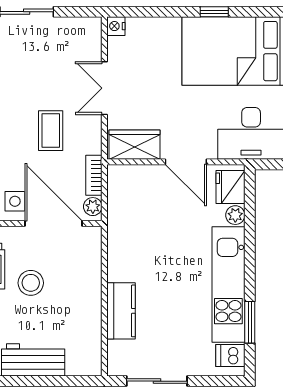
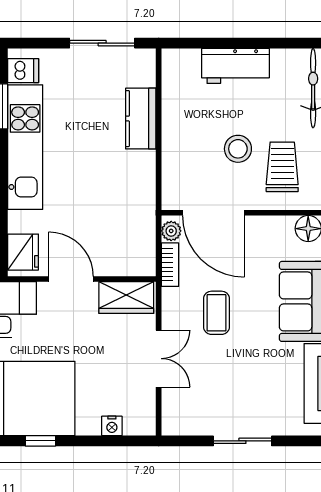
nightstand: (116, 26) -> (112, 426), moved, turned 90
side table: (15, 201) -> (255, 237), removed
plant: (235, 215) -> (18, 222), removed

